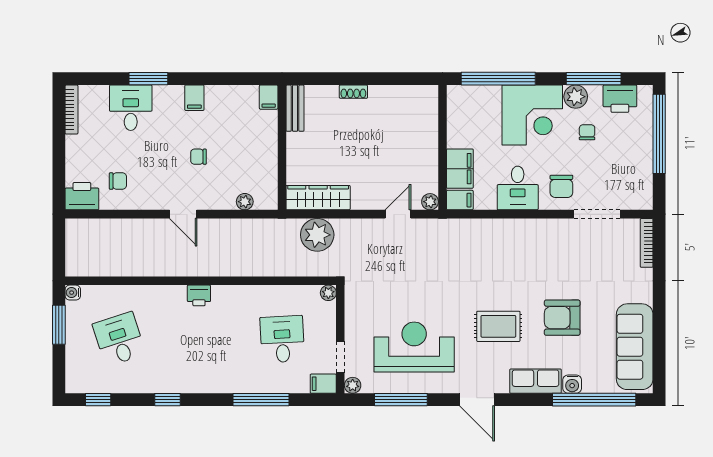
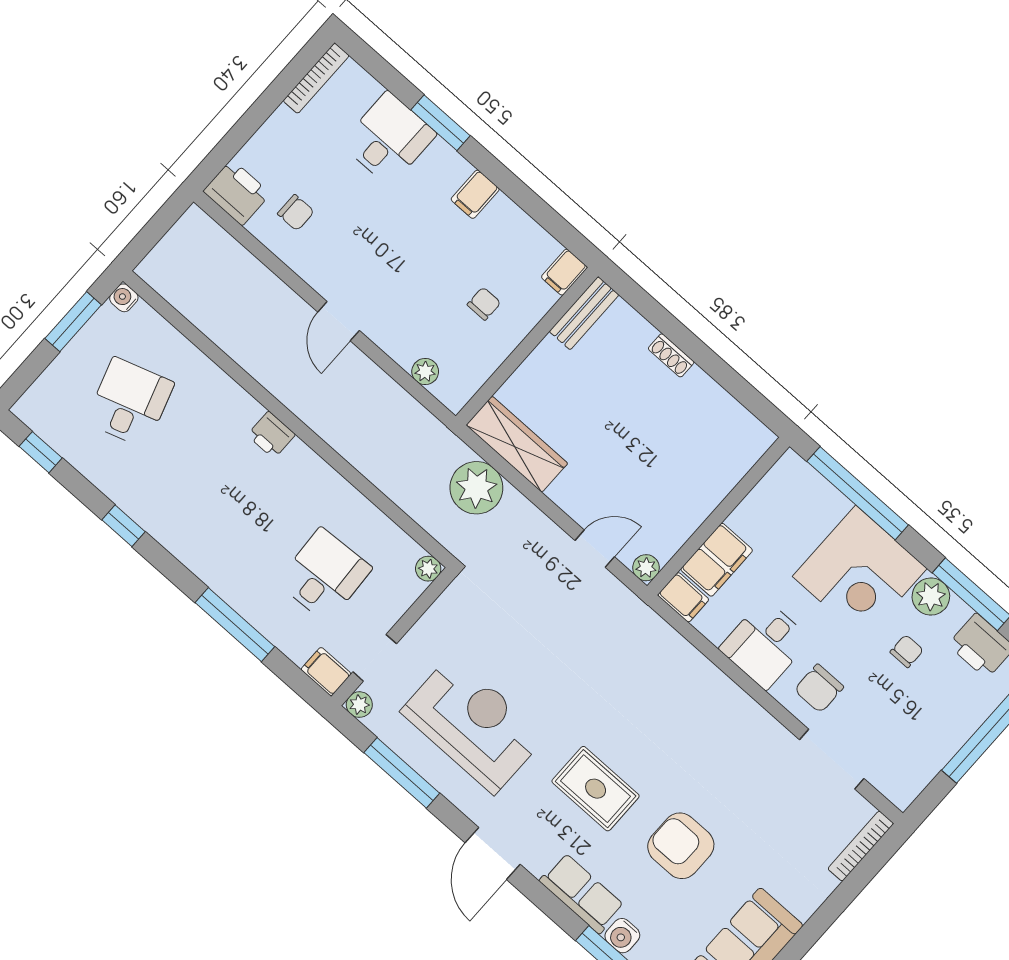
chair: (199, 157) -> (484, 304), moved, turned 90

